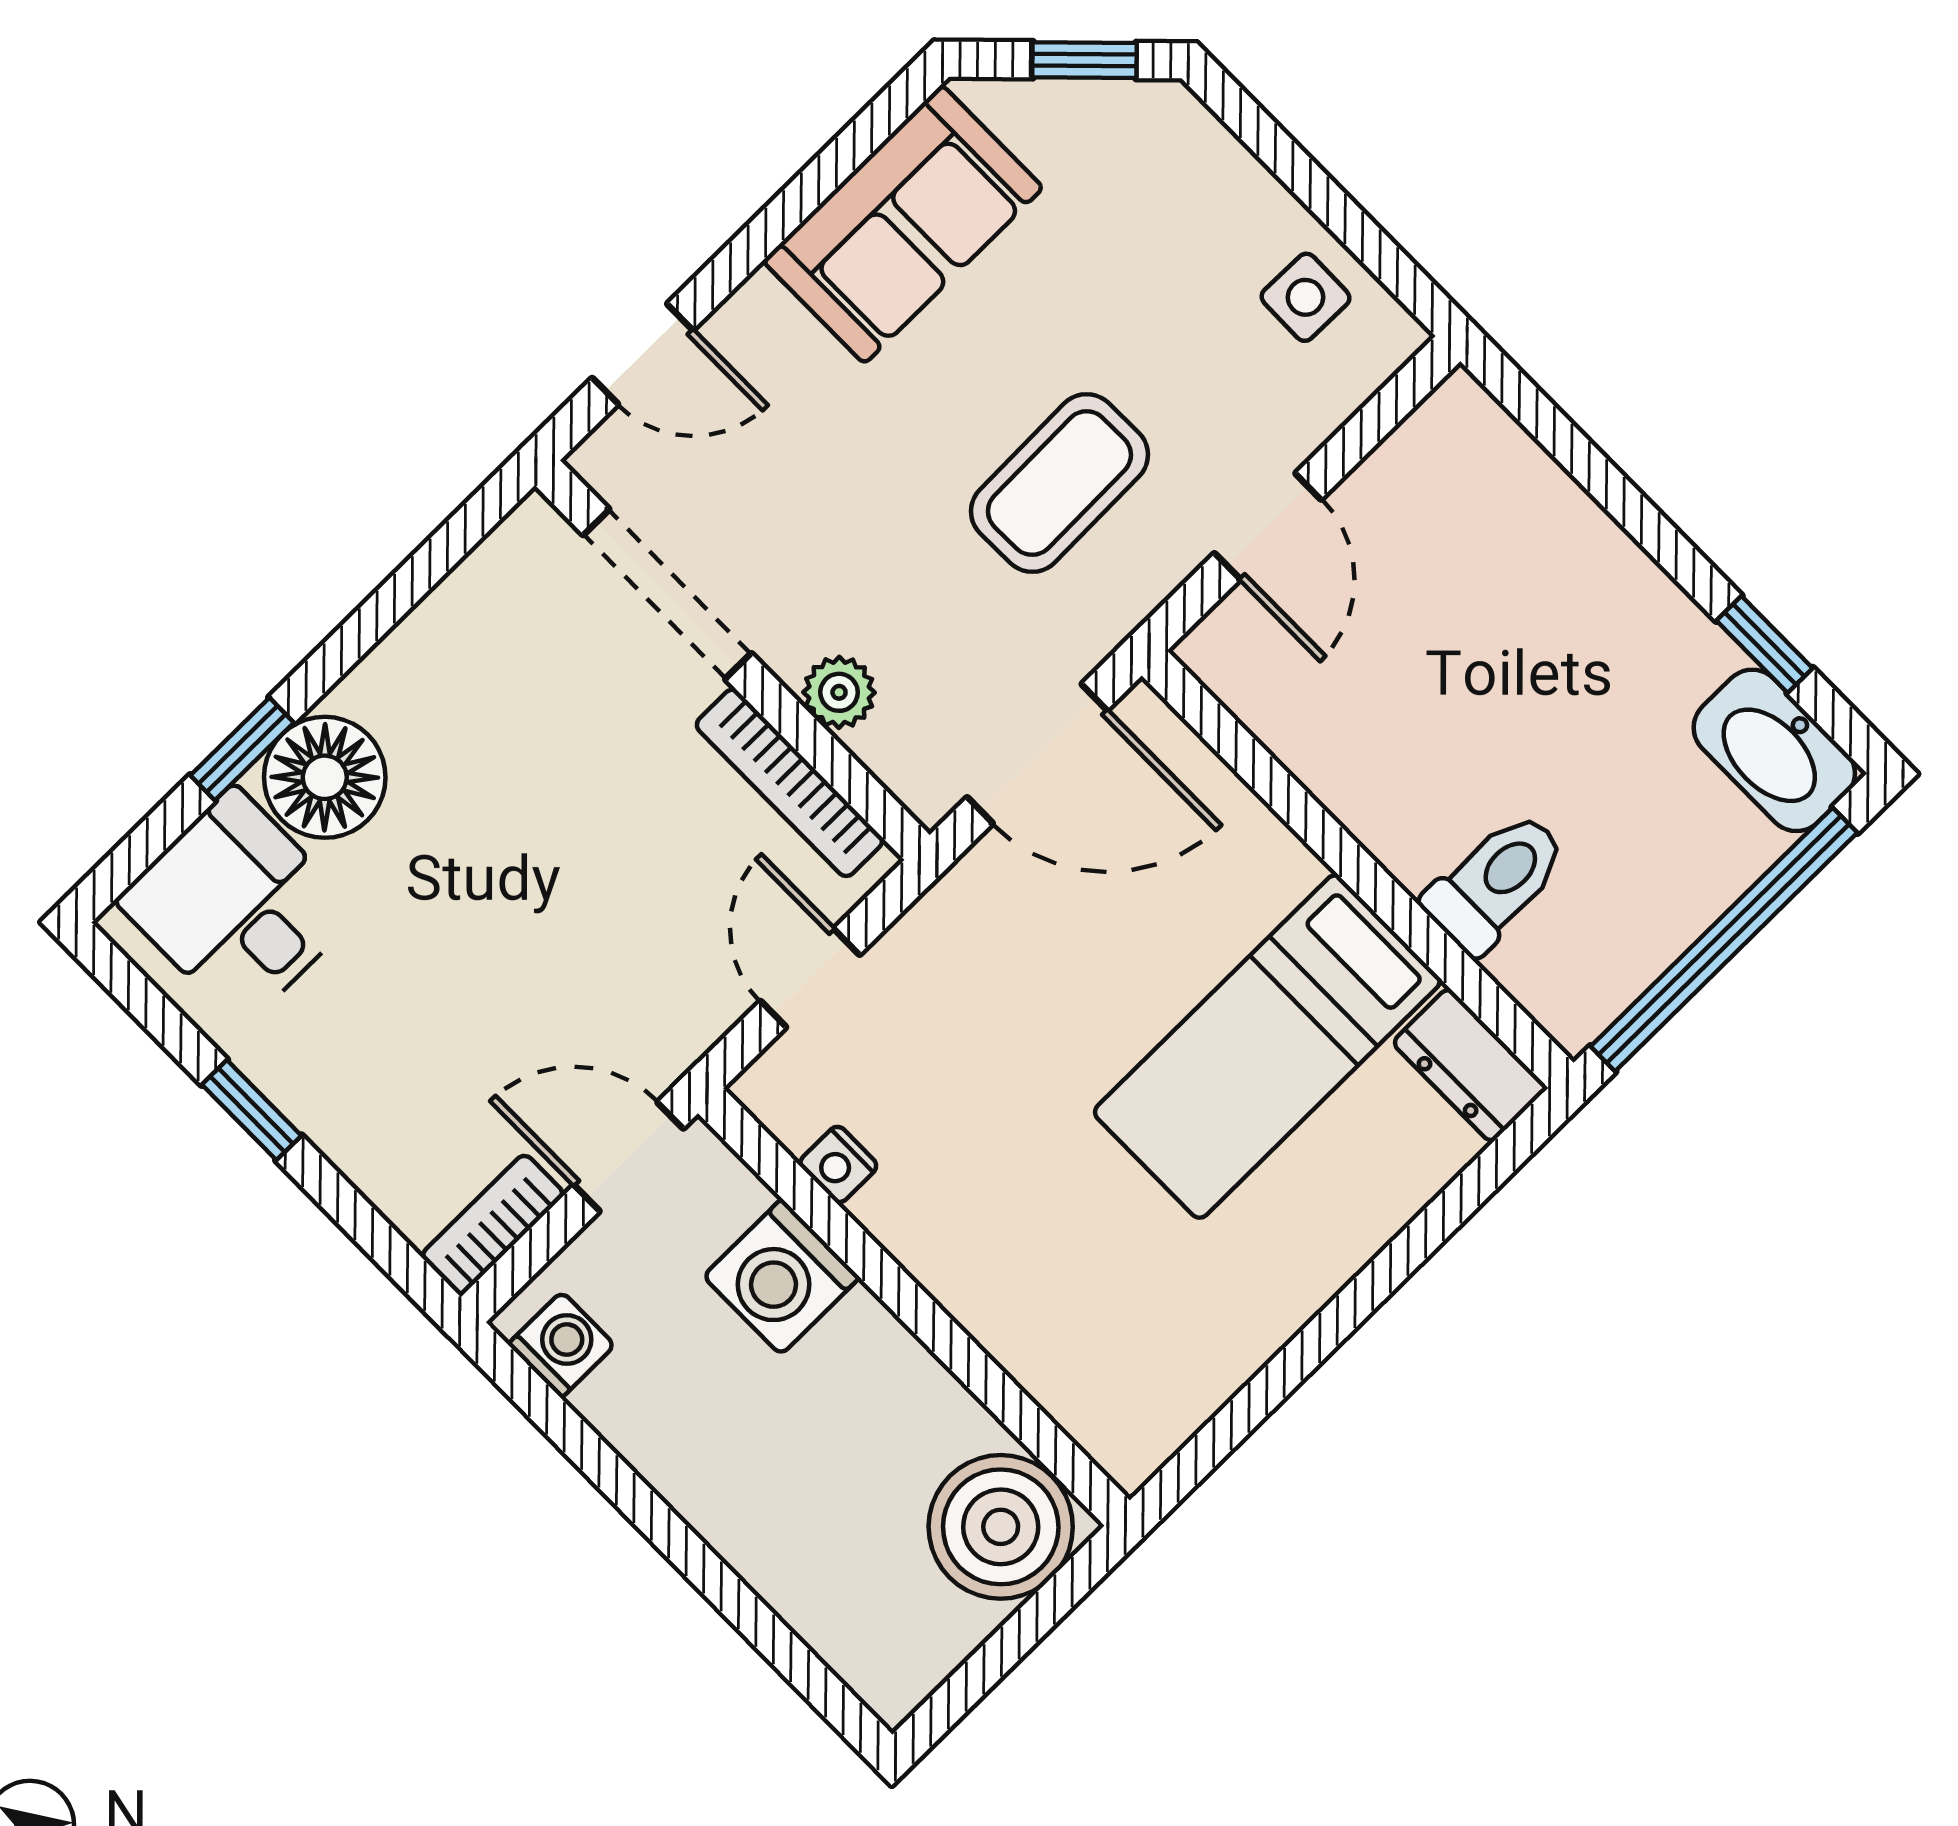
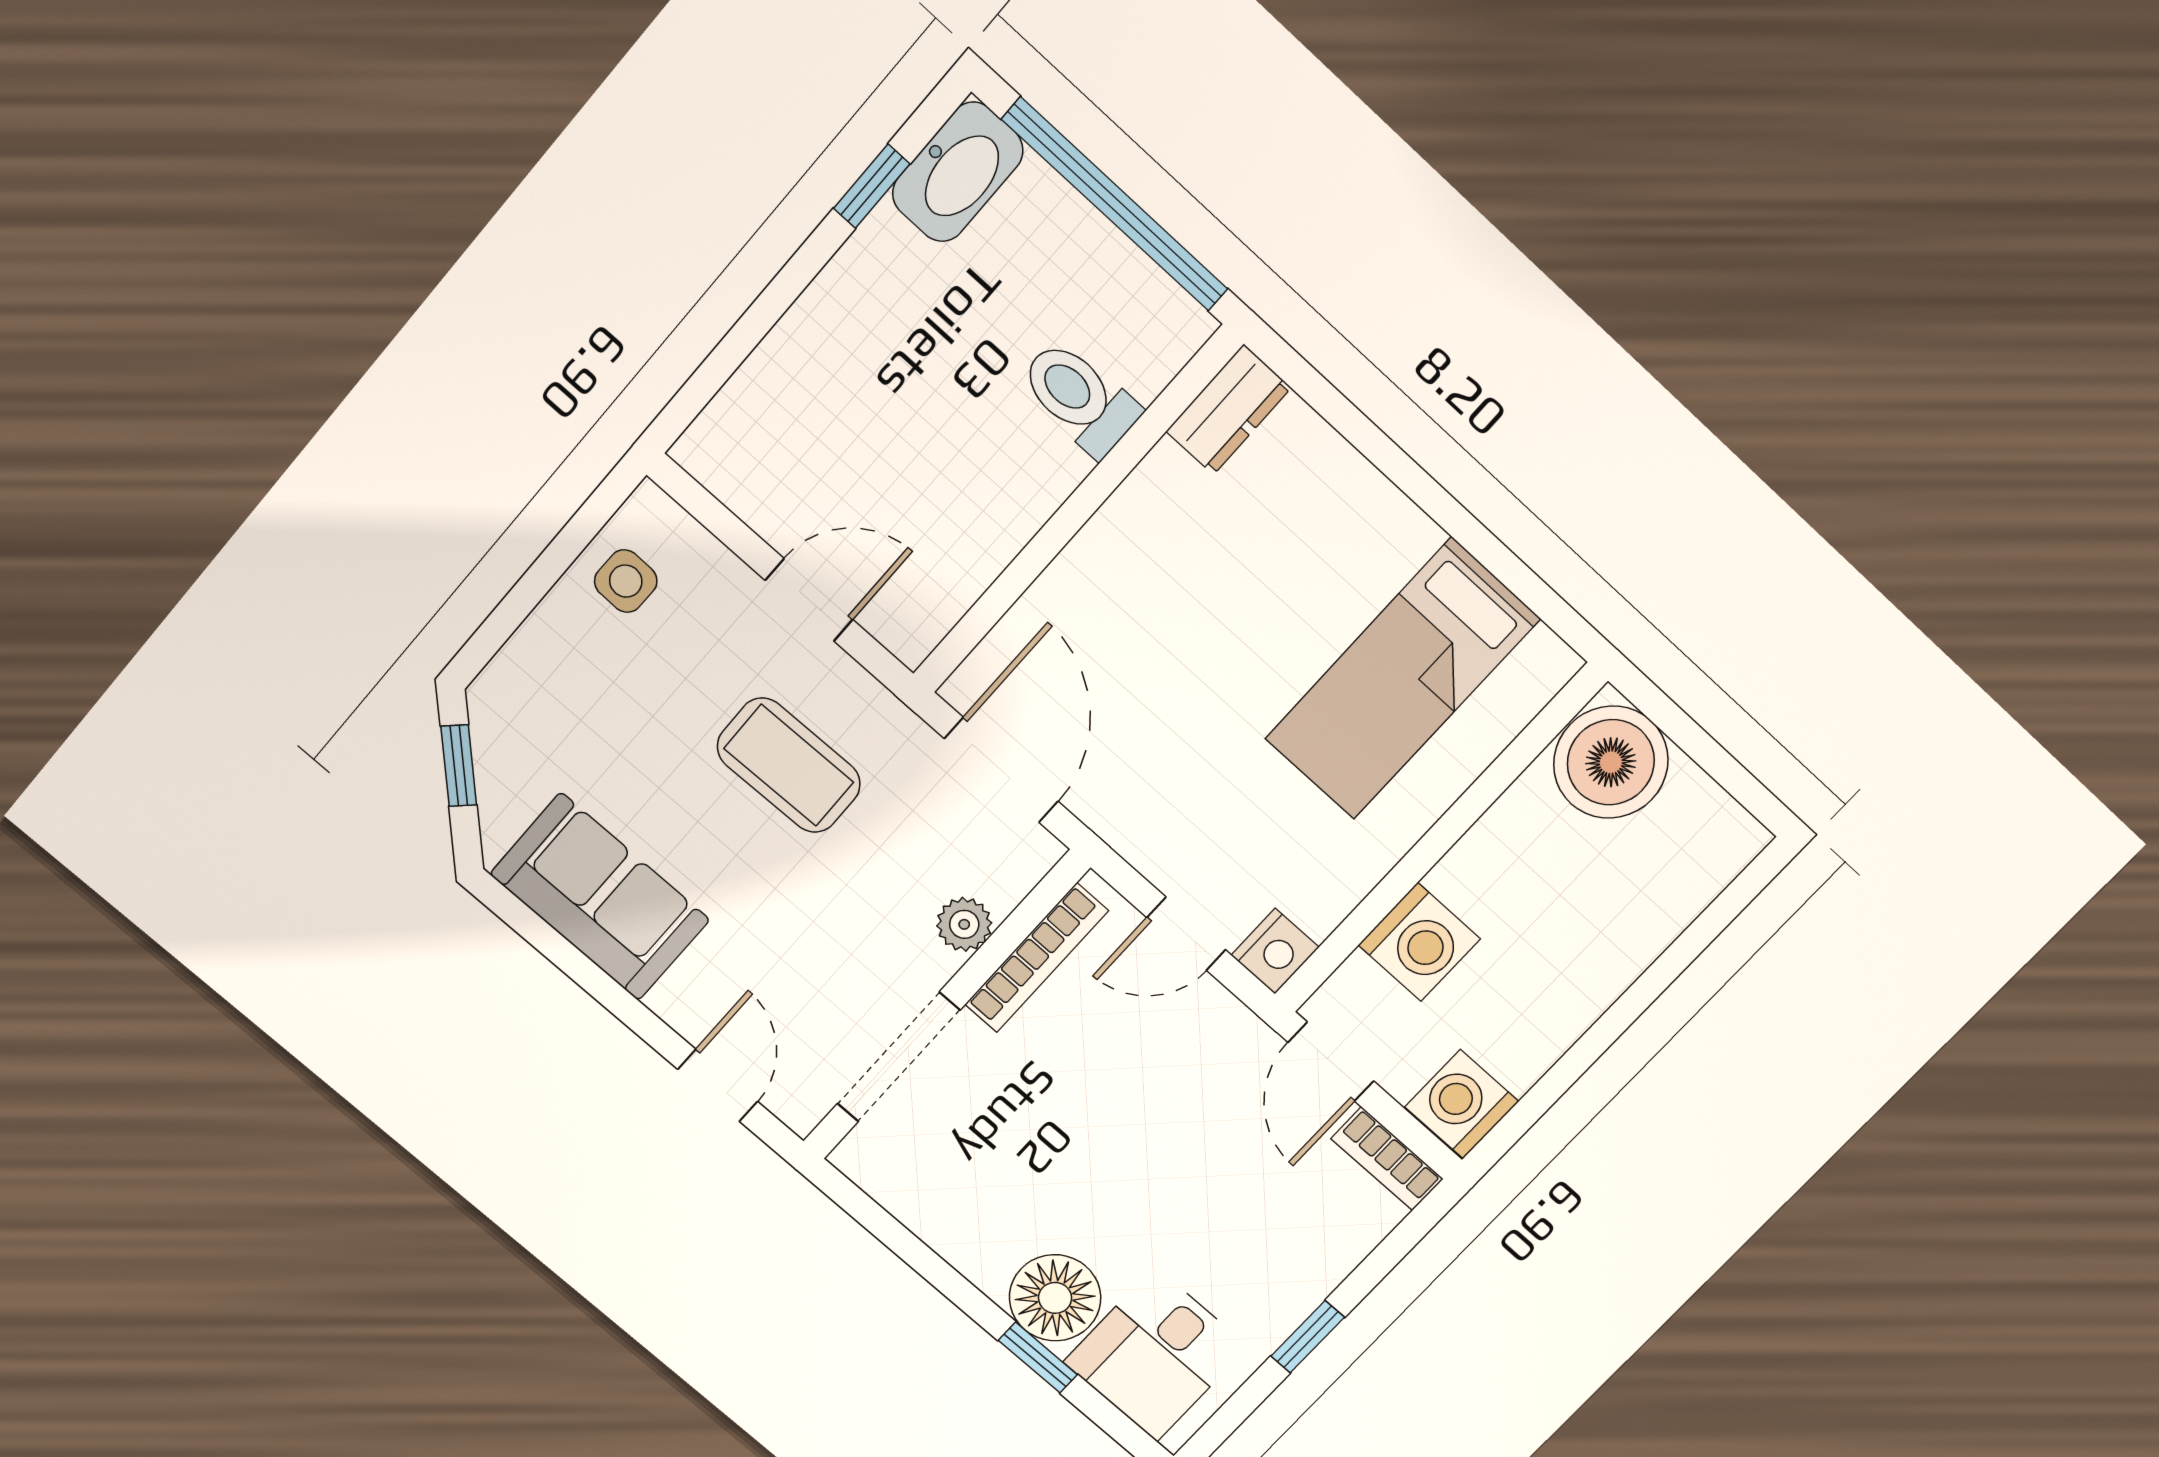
bed: (1267, 1047) -> (1402, 679), moved, turned 90
nightstand: (838, 1164) -> (1275, 951), moved, width x1.39, depth x1.35
washing machine: (561, 1345) -> (1462, 1104), width x1.38, depth x1.38

